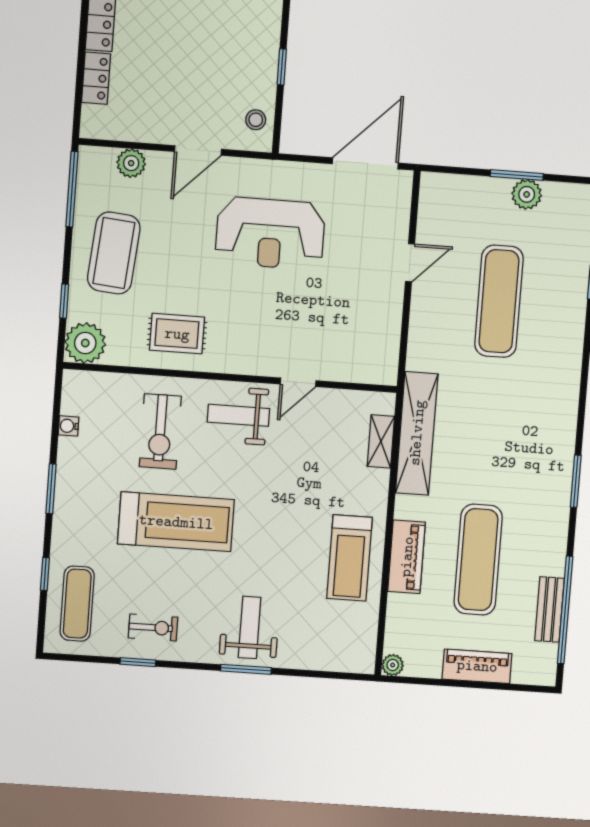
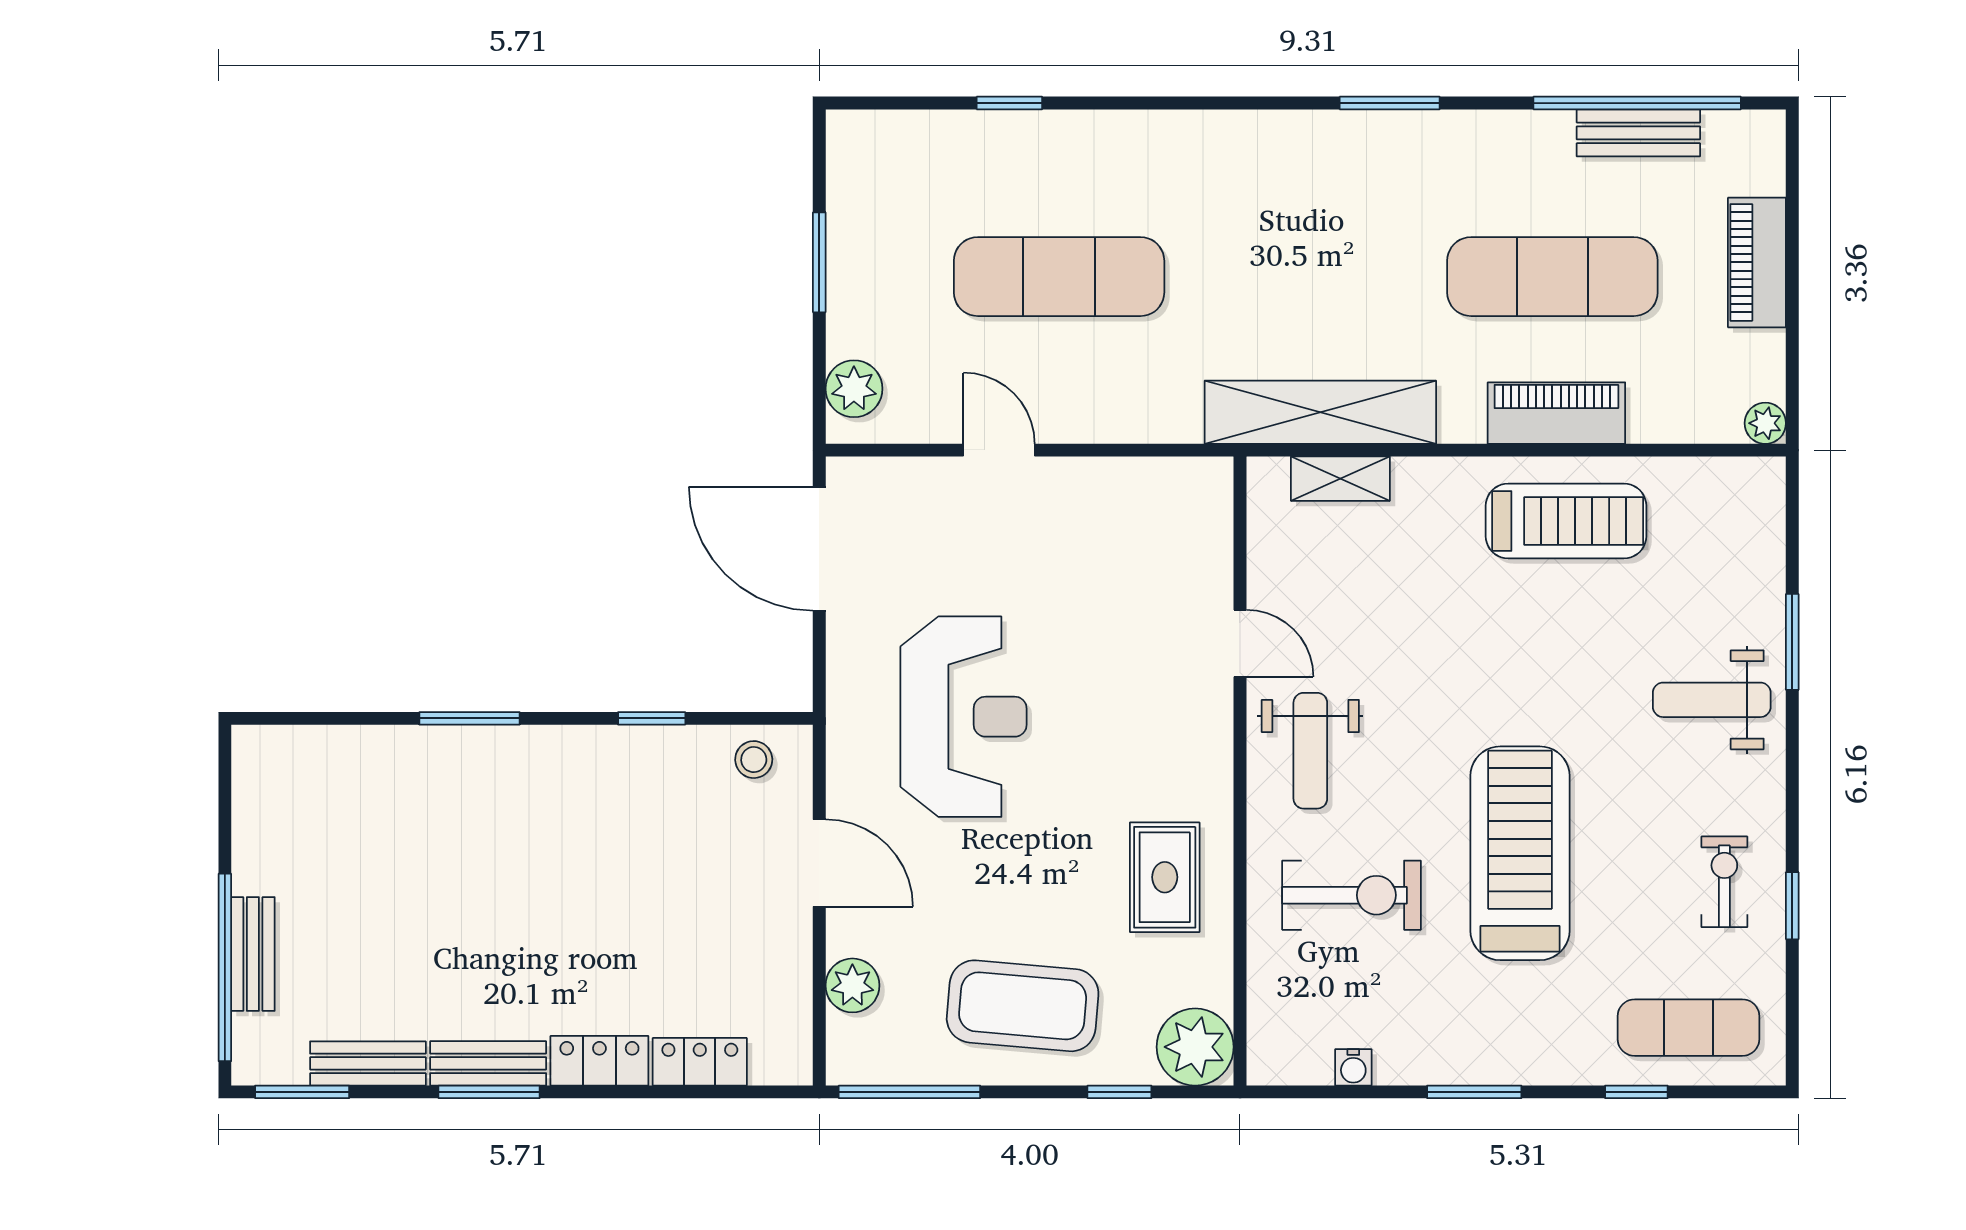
plant: (527, 194) -> (854, 389), moved
window: (246, 669) -> (1792, 642), moved

